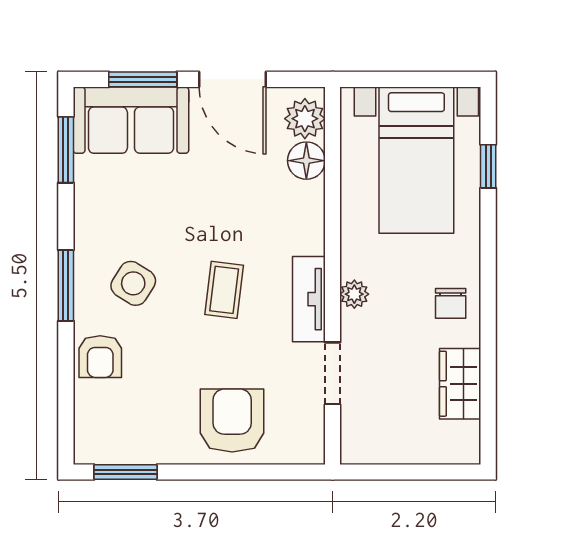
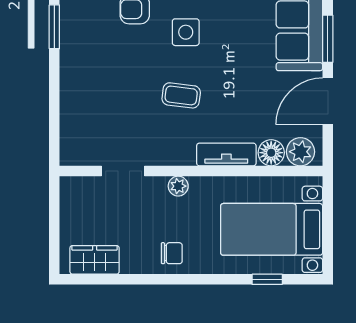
side table: (133, 283) -> (186, 32), turned -32
tv unit: (309, 299) -> (226, 154), moved
chair: (451, 303) -> (172, 253), turned 180
wardrobe: (460, 384) -> (95, 260), moved
armchair: (232, 420) -> (90, 101), removed

